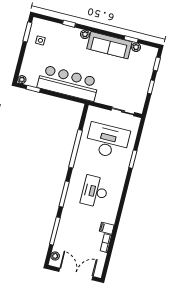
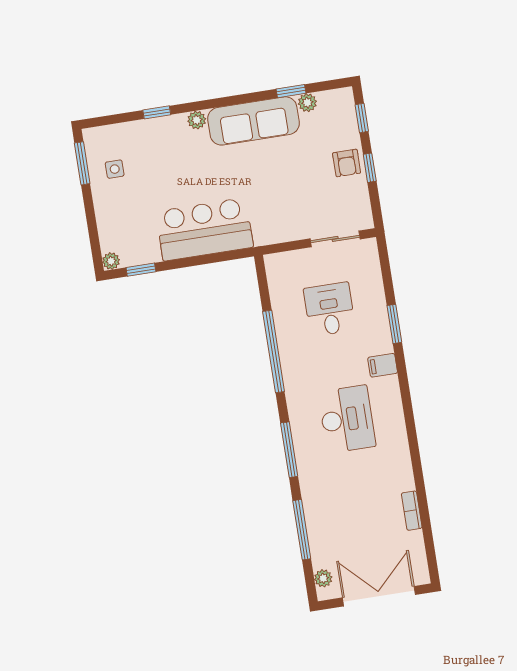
armchair: (142, 81) -> (347, 163), added
bar counter: (68, 83) -> (204, 229), width x0.73
desk: (107, 141) -> (330, 309), width x0.53, depth x0.77
desk: (95, 192) -> (347, 419), turned 180
filing cabinet: (107, 228) -> (383, 365), moved

